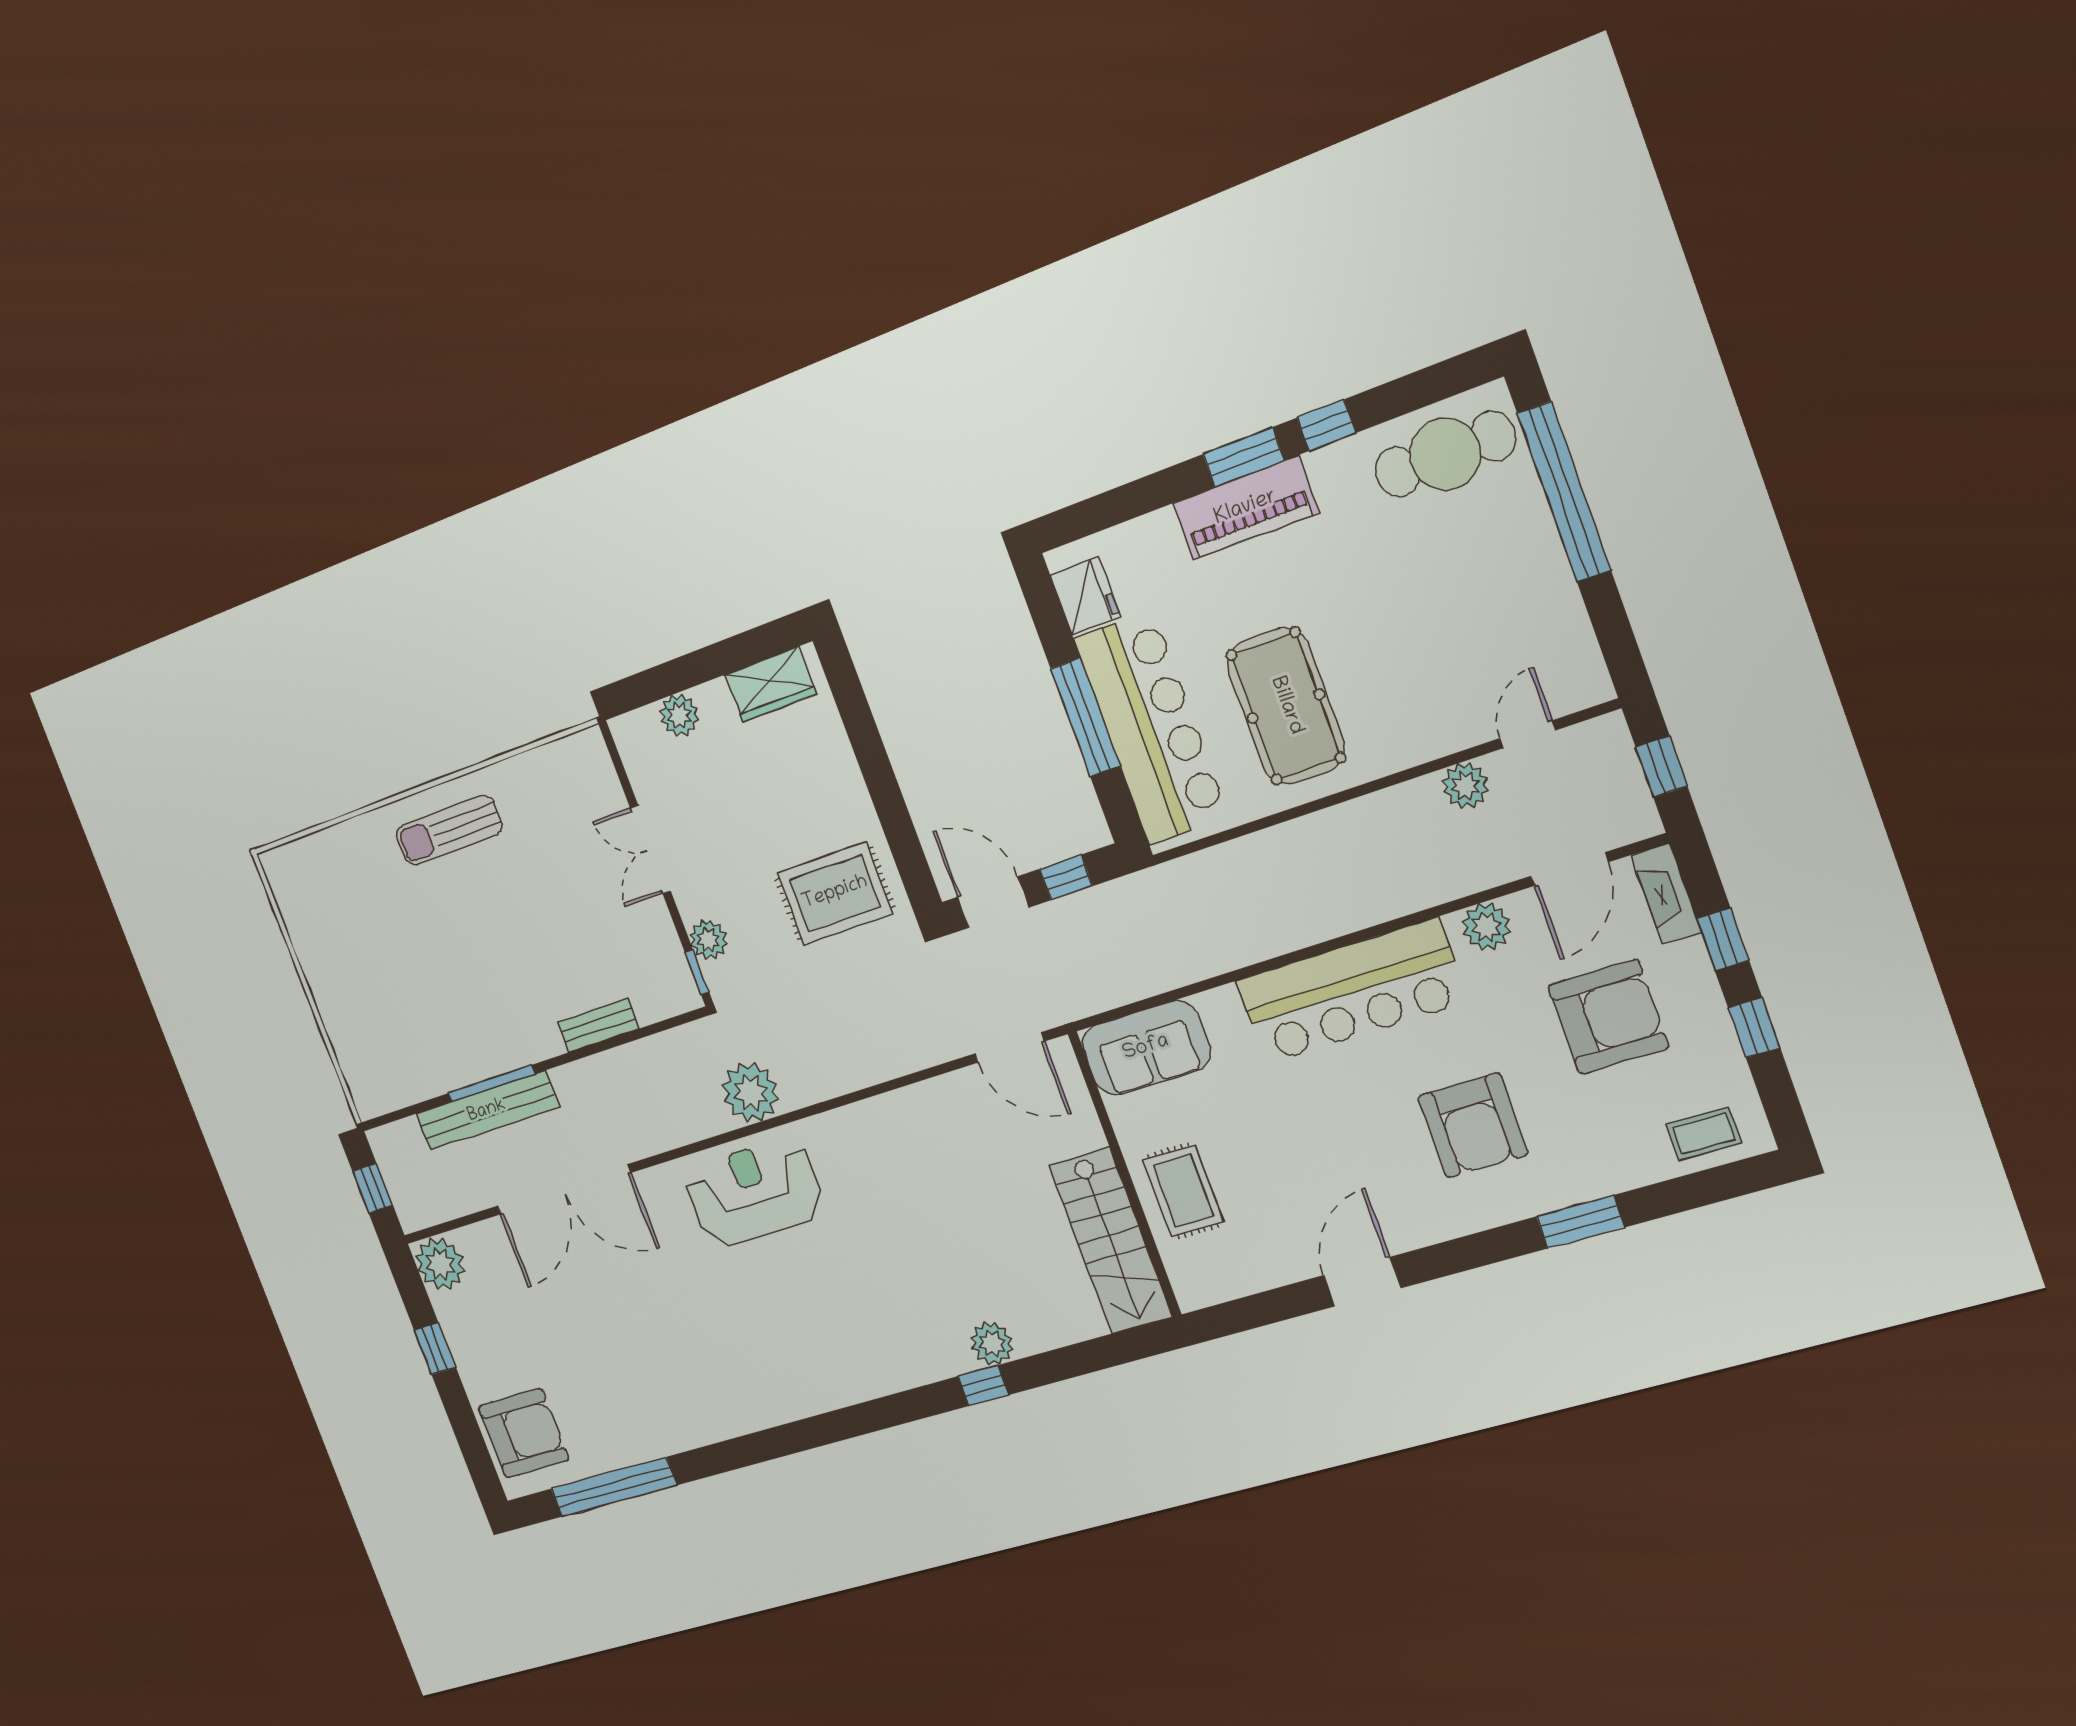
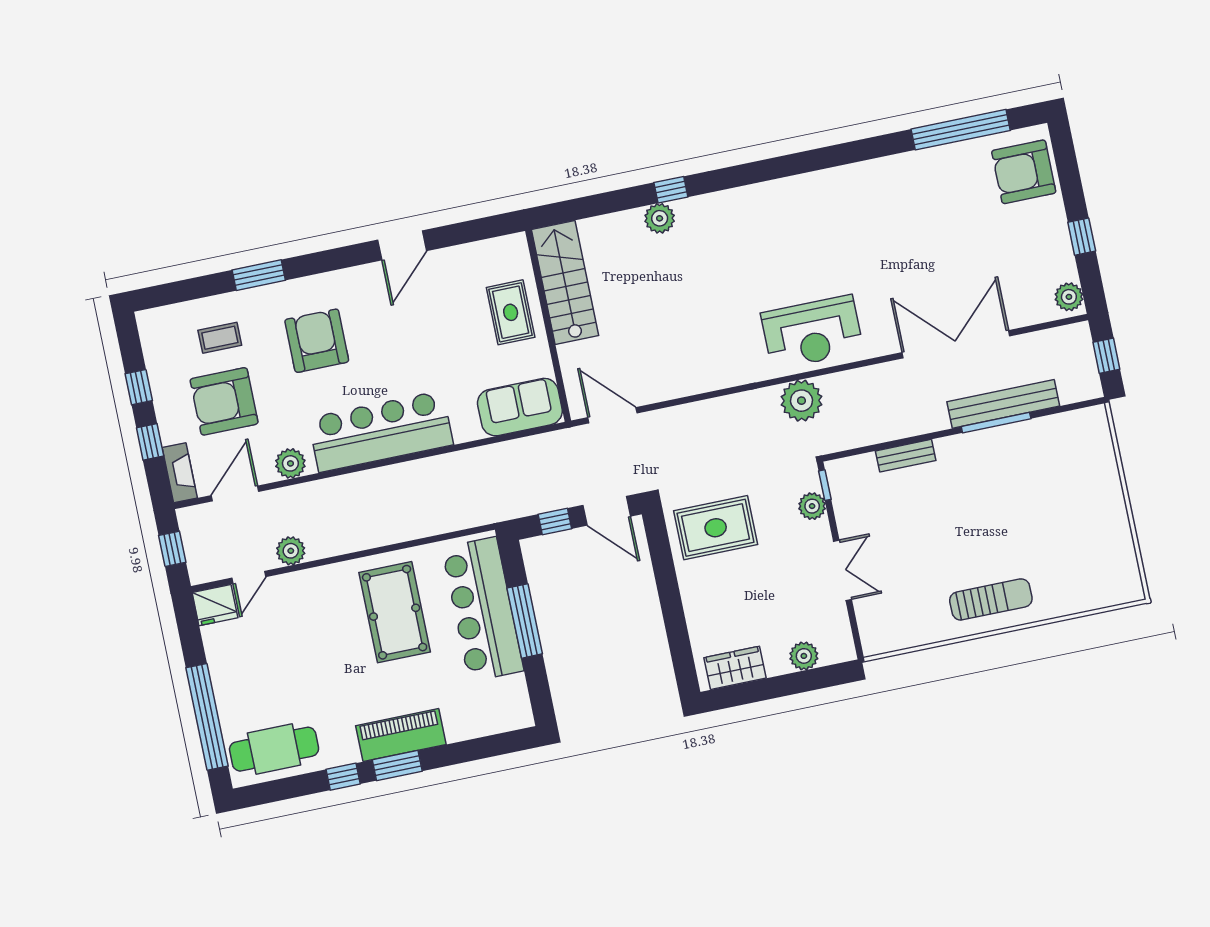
fridge: (1085, 596) -> (215, 605), moved, turned -90
coffee table: (1704, 1134) -> (220, 338), moved
plant: (440, 1264) -> (1069, 297), width x0.73, depth x0.73

